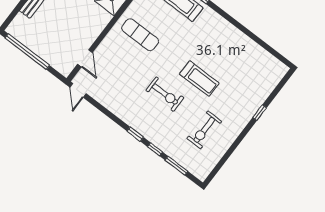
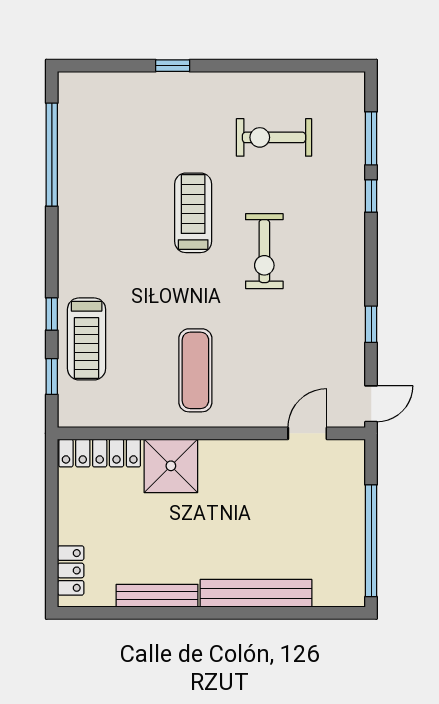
window: (261, 43) -> (52, 155), added
exercise bike: (165, 94) -> (264, 251), turned 180
exercise bike: (204, 130) -> (274, 137), turned 180
window: (135, 134) -> (371, 324), moved

